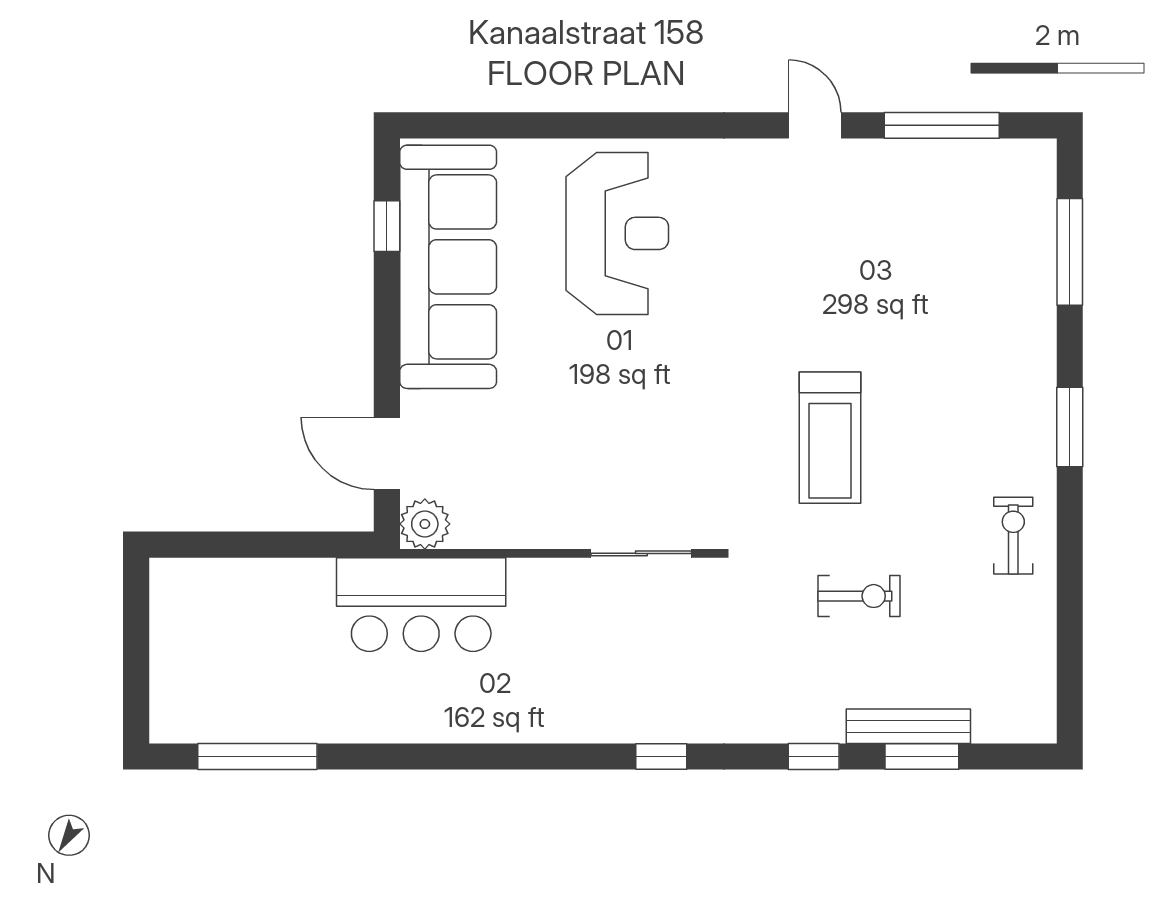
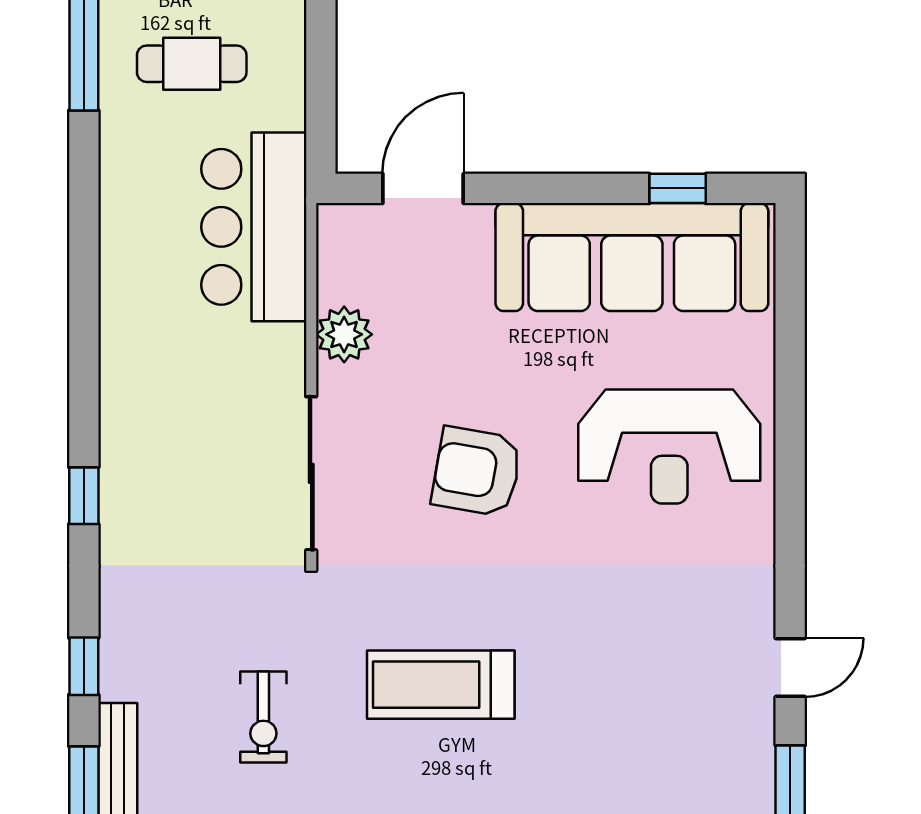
armchair: (640, 405) -> (477, 472), added
plant: (425, 524) -> (344, 334), moved
sliding door: (641, 553) -> (311, 473), width x1.37
cafe table: (275, 660) -> (192, 64), added

